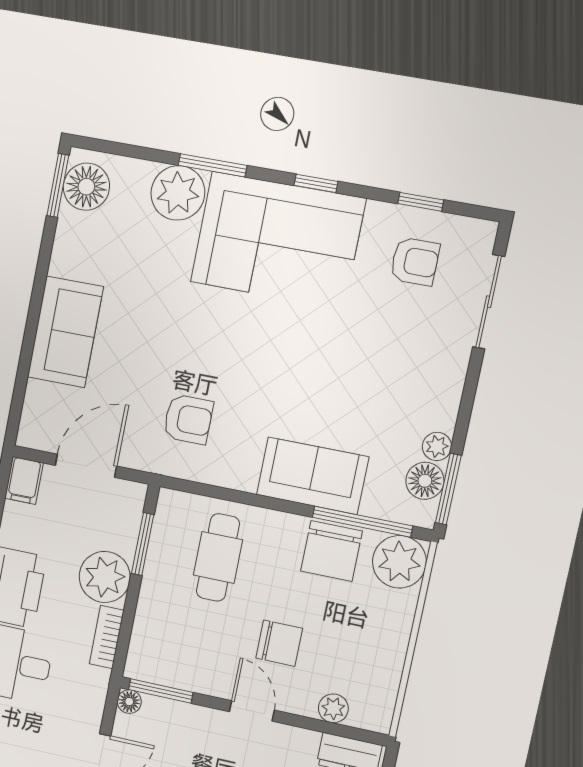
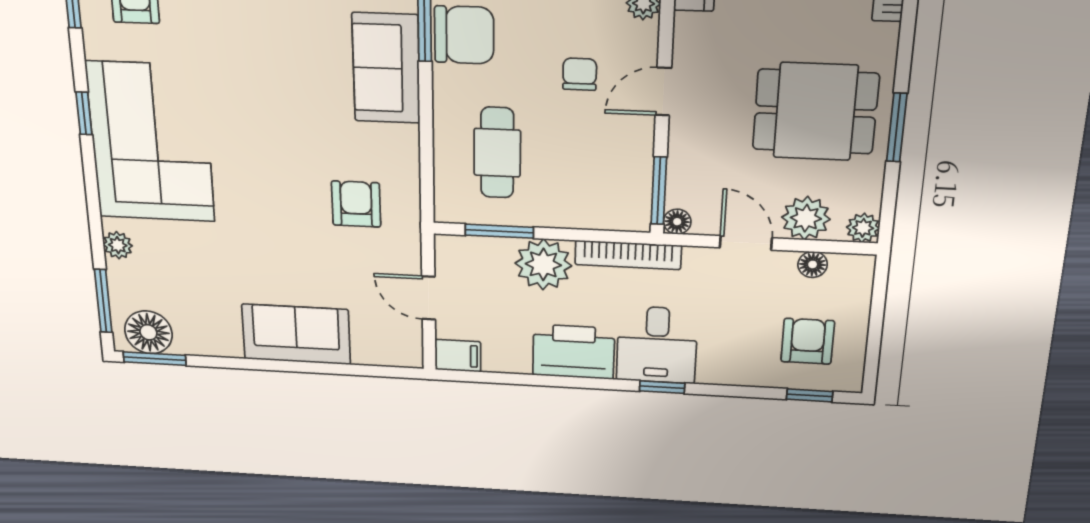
window: (213, 165) -> (103, 301), moved
plant: (178, 193) -> (118, 245), width x0.53, depth x0.53
door: (86, 466) -> (429, 298), width x0.73
cafe table: (218, 557) -> (497, 153), turned 90
bookcase: (107, 637) -> (628, 255), width x1.56
chair: (279, 643) -> (580, 74), width x0.73, depth x0.73

